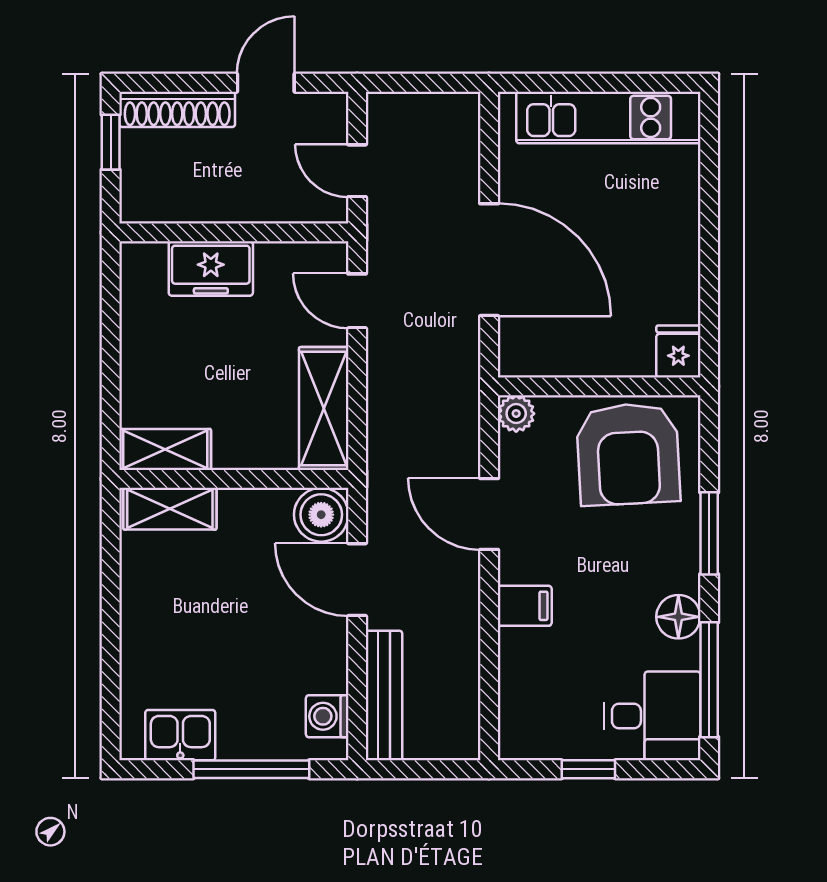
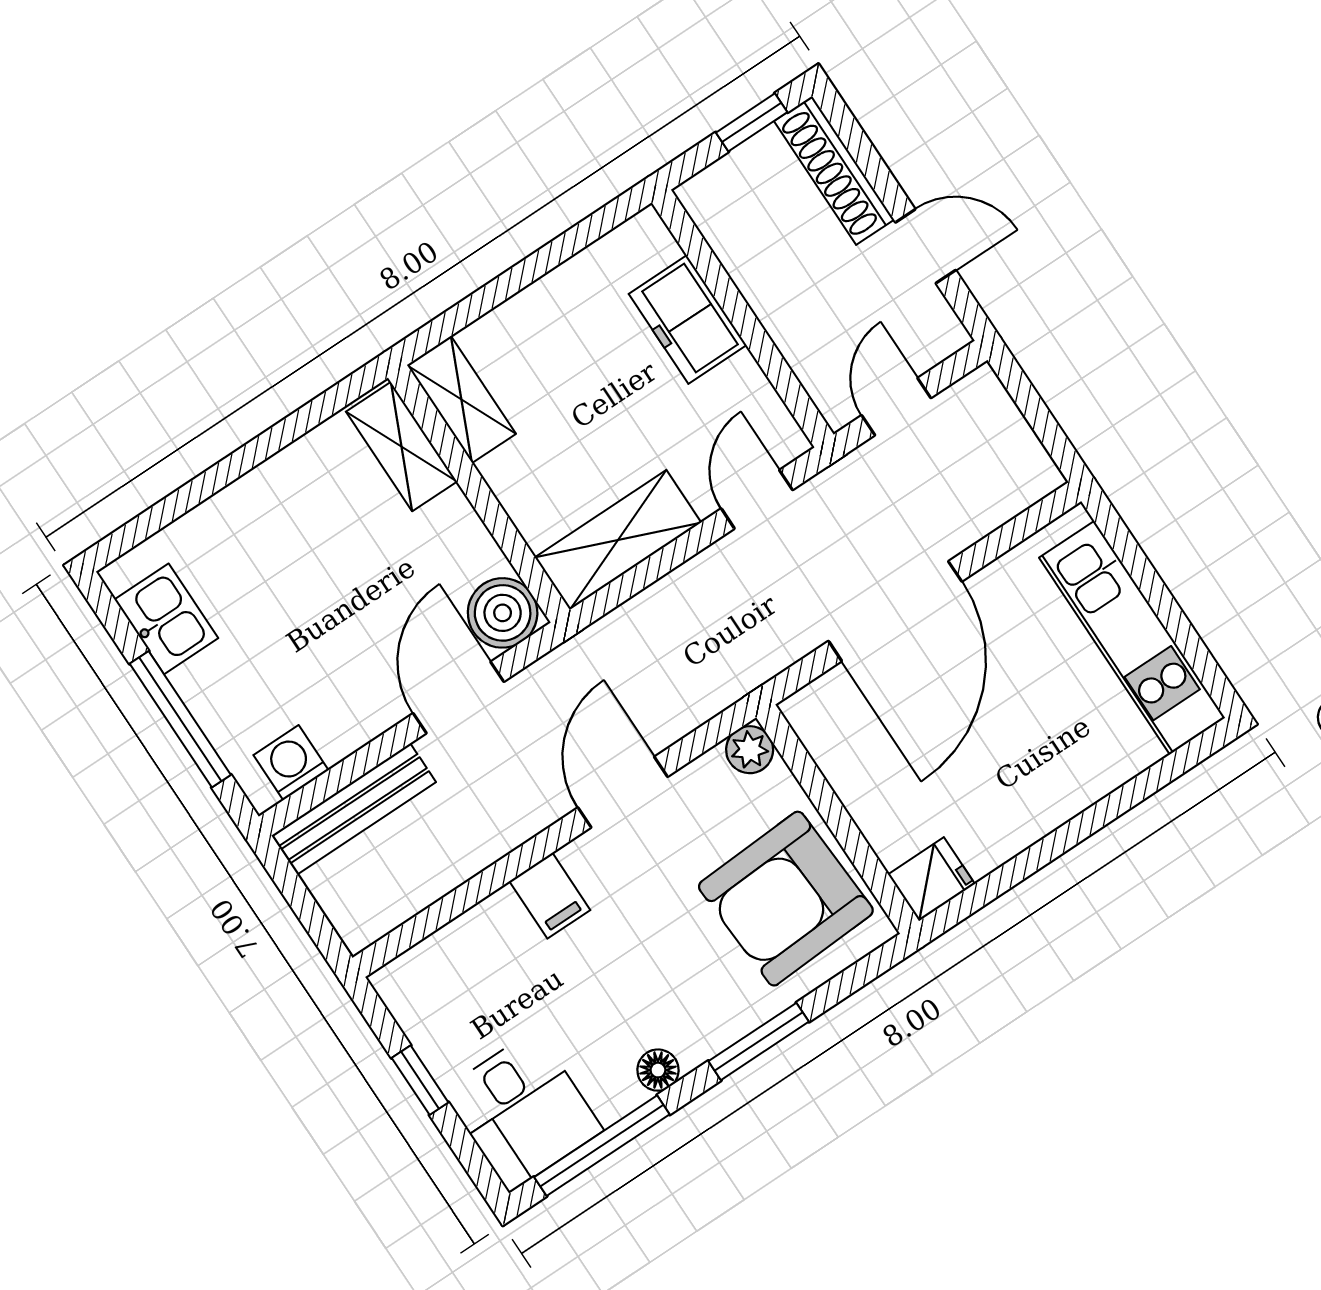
floor lamp: (678, 617) -> (658, 1070), width x0.73, depth x0.73

